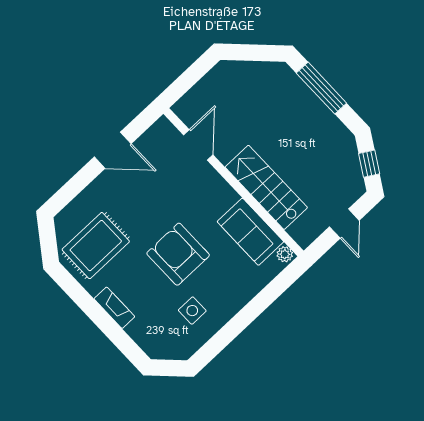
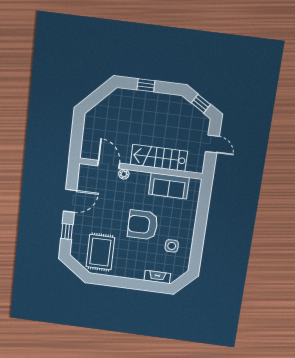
window: (321, 88) -> (146, 85), width x0.46
window: (76, 185) -> (67, 232), added
plant: (285, 254) -> (124, 174), moved
fireplace: (114, 308) -> (157, 277), moved

